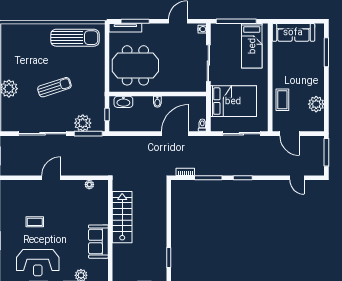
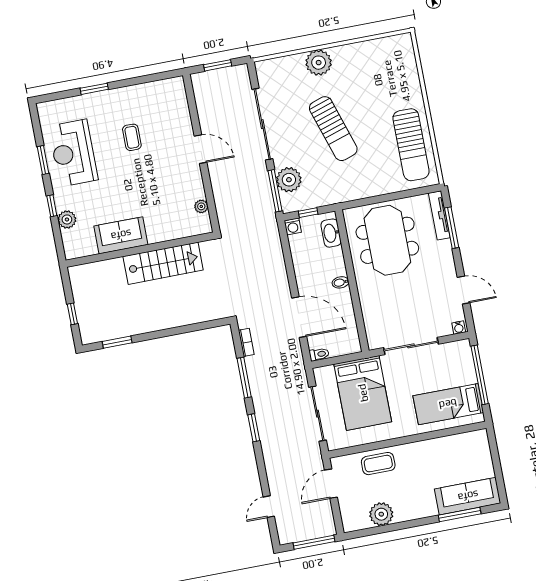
sofa: (293, 32) -> (468, 496), moved, turned 90
sun lounger: (54, 87) -> (333, 129), width x1.36, depth x1.34
washing machine: (114, 126) -> (293, 226), added

